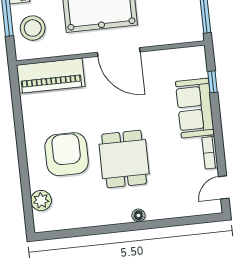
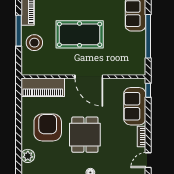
door: (119, 52) -> (89, 77), moved
wall: (110, 53) -> (83, 77), moved
piano: (51, 76) -> (43, 87), moved

